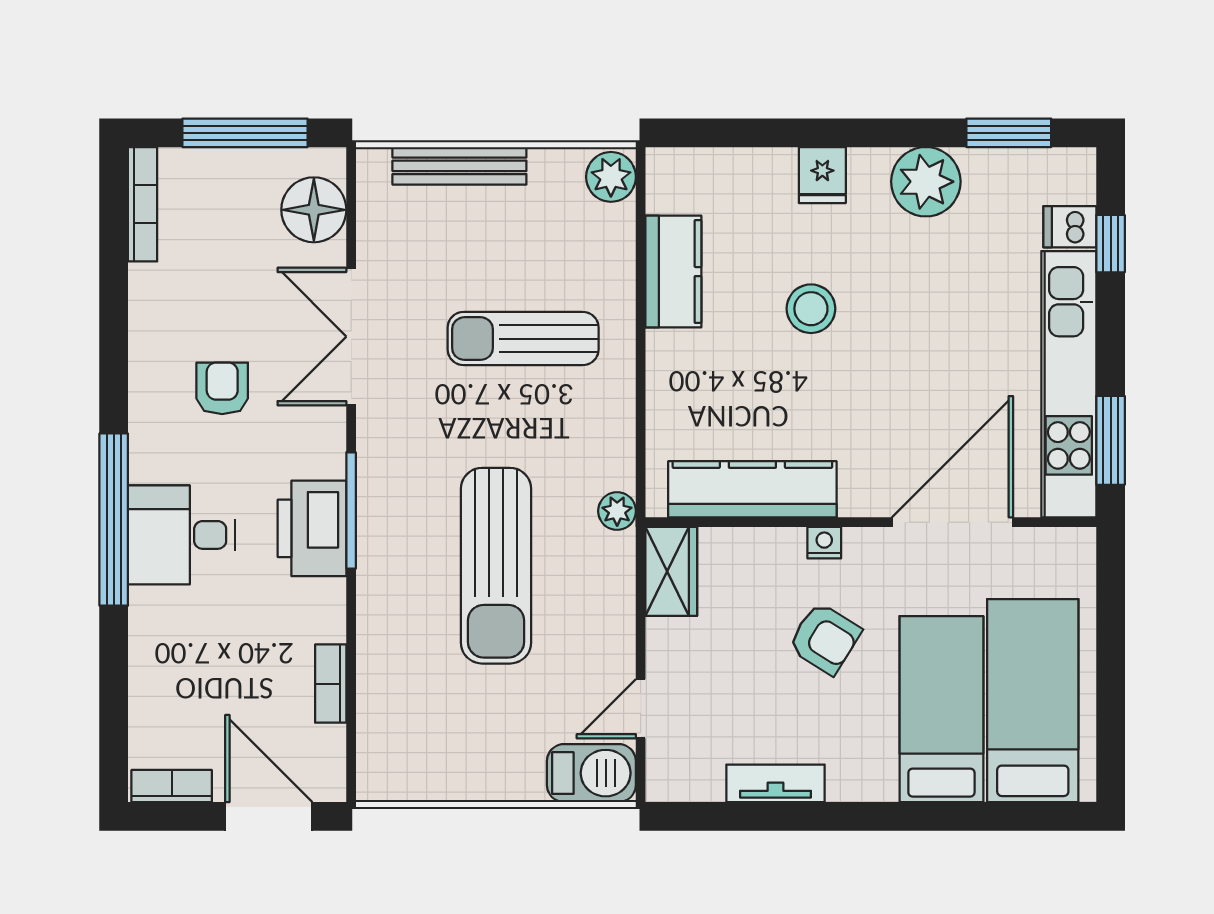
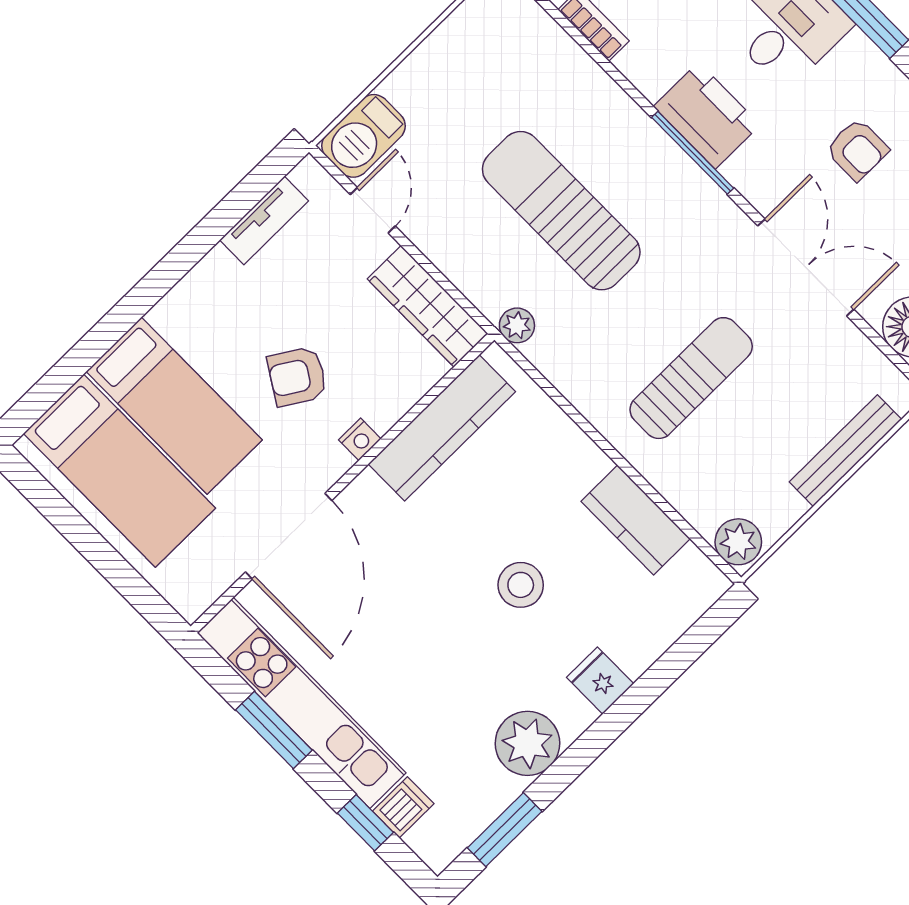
window: (1111, 440) -> (274, 730), moved
wardrobe: (671, 571) -> (428, 306), width x1.50
tv unit: (776, 783) -> (264, 220), moved

